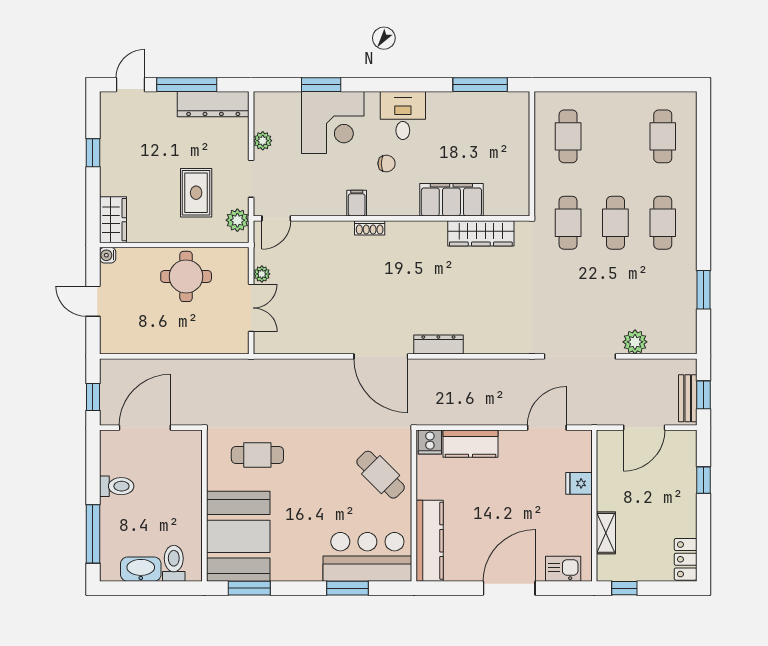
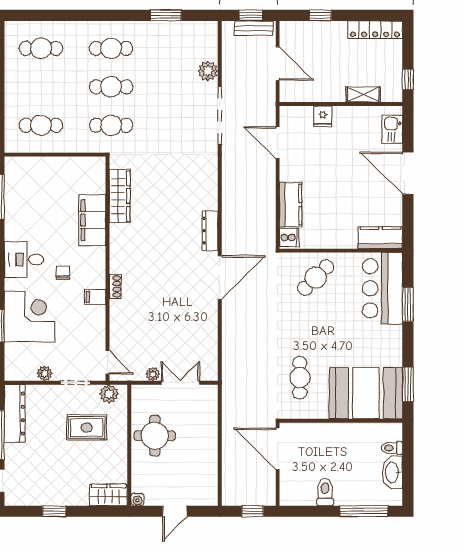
door: (145, 428) -> (278, 449), moved
kitchen counter: (430, 541) -> (380, 238), width x0.67
locker: (686, 559) -> (375, 30), width x1.53
toilet: (174, 563) -> (392, 448), width x0.73, depth x0.72

